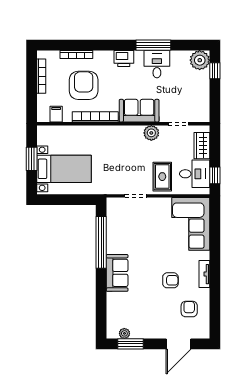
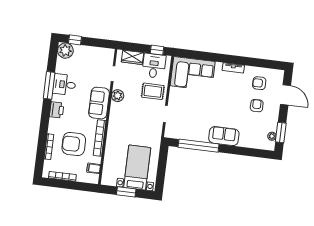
armchair: (170, 280) -> (257, 106), moved

